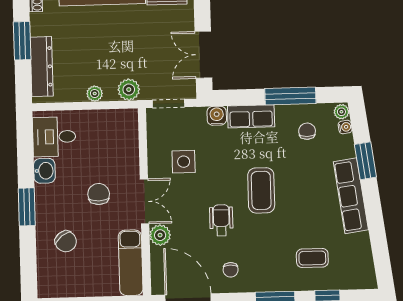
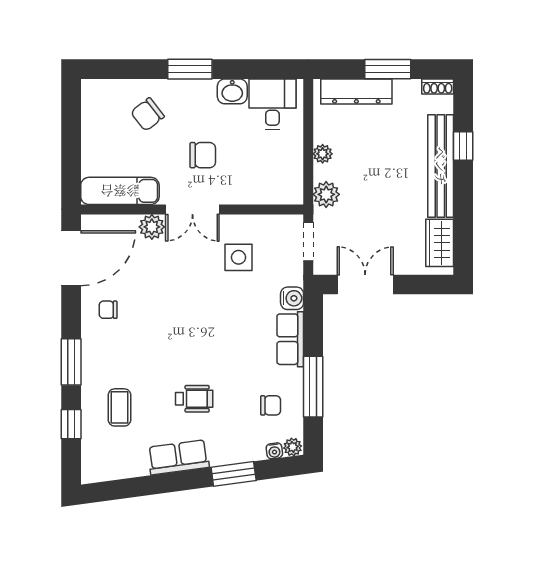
coffee table: (261, 190) -> (202, 349), removed
row of seats: (351, 196) -> (178, 457), width x0.68
wheelchair: (221, 220) -> (194, 399), moved

